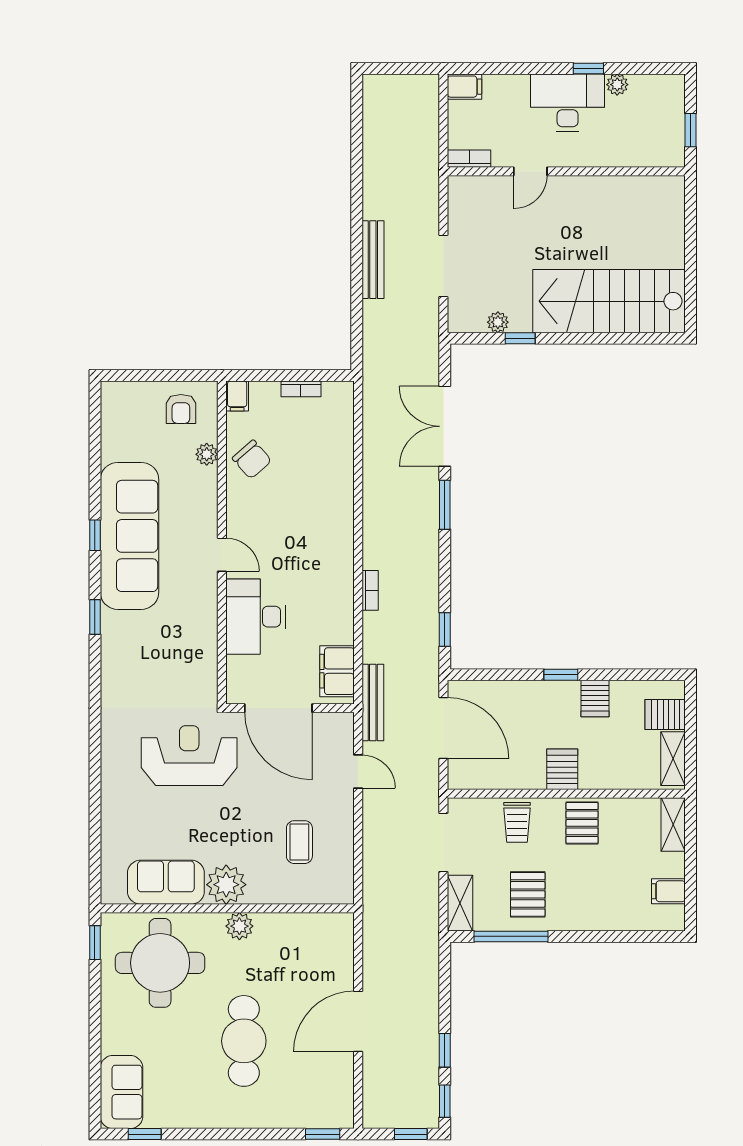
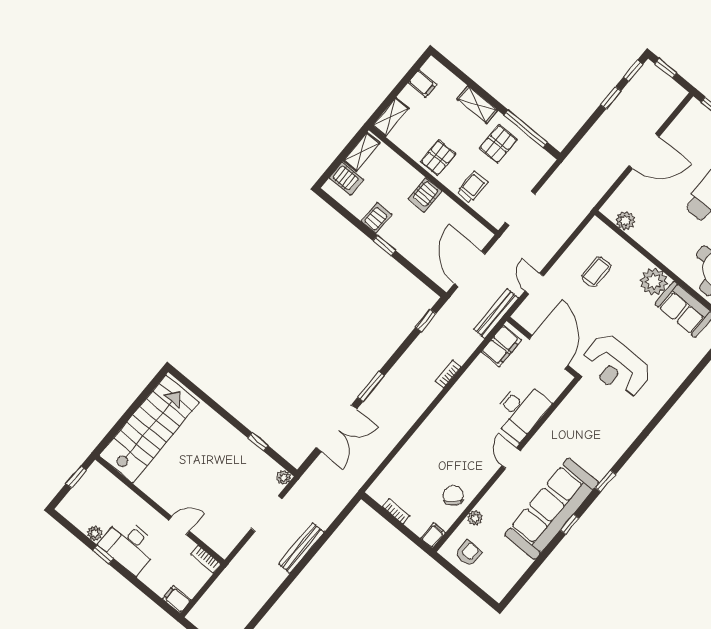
stairs: (609, 301) -> (149, 429), moved, turned -90
plant: (498, 322) -> (284, 477), moved
shelving: (460, 903) -> (477, 105), moved, turned 90
plant: (239, 926) -> (625, 221), moved

